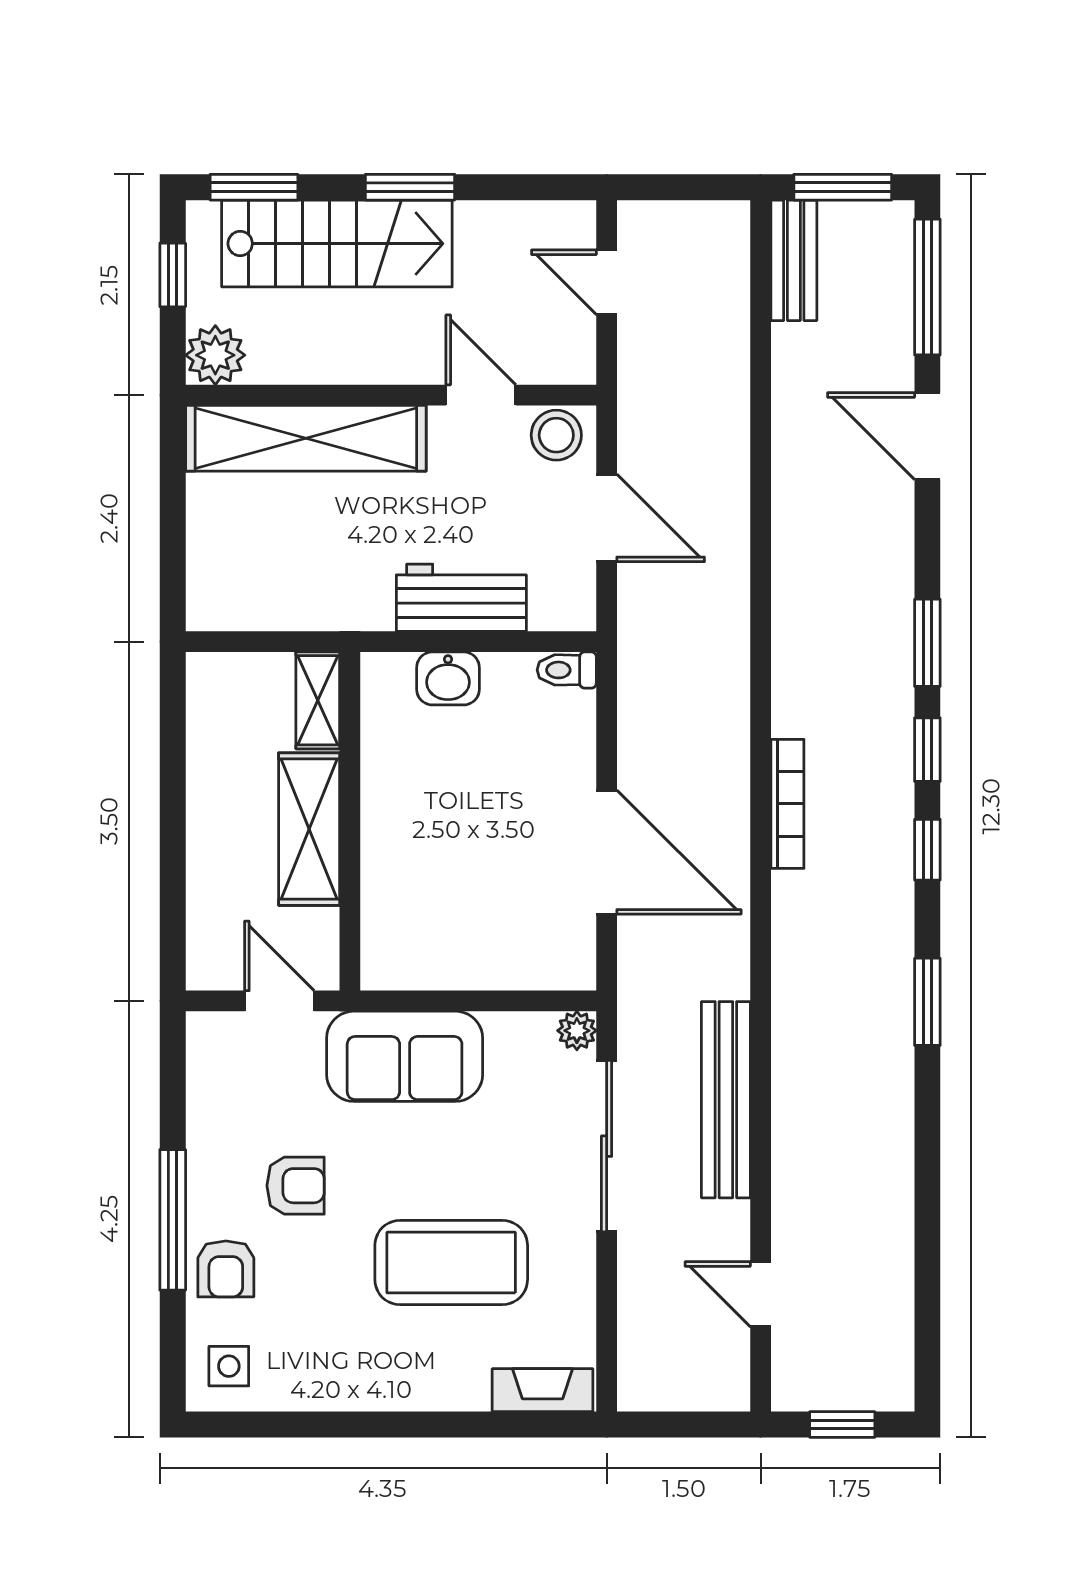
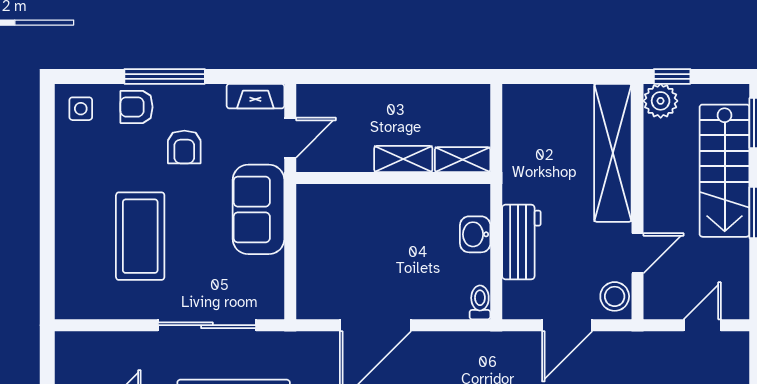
window: (173, 275) -> (672, 76), moved
shelving: (309, 829) -> (403, 159), width x0.67, depth x0.75
plant: (577, 1031) -> (273, 308), removed
fireplace: (543, 1390) -> (255, 96), moved, turned 90

